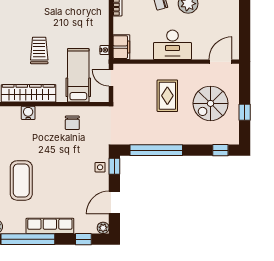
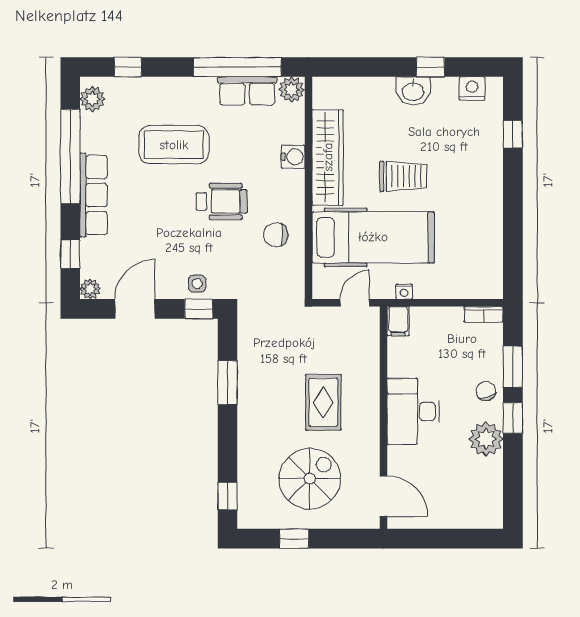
filing cabinet: (121, 47) -> (398, 321), width x0.50
hospital bed: (78, 75) -> (373, 237), width x1.37, depth x1.29
rug: (167, 96) -> (323, 402), turned 90
spiral stairs: (211, 103) -> (310, 479), turned 90
window: (156, 150) -> (227, 383), width x0.47
wheelchair: (53, 153) -> (222, 201), added
door: (114, 202) -> (135, 309), hinge flipped

